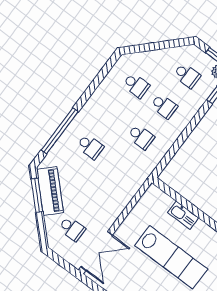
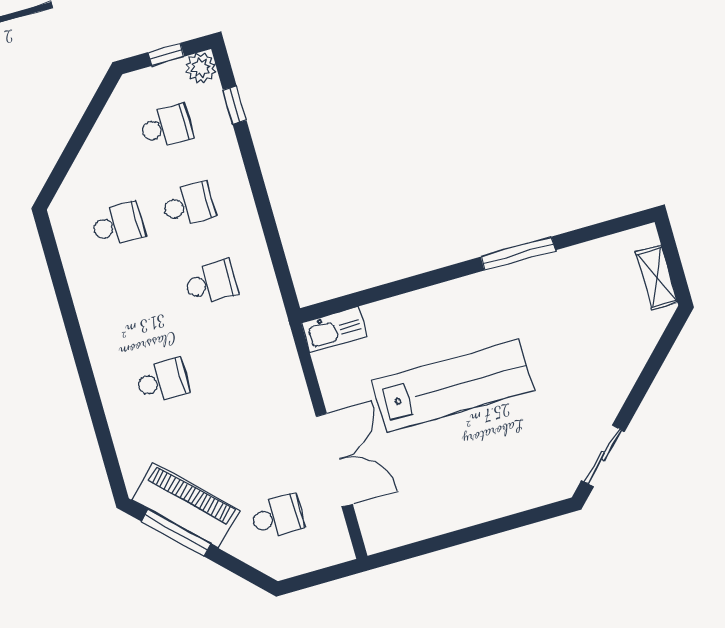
window: (60, 131) -> (97, 412), removed
kitchen sink: (183, 215) -> (334, 330), moved
double door: (97, 251) -> (334, 460), moved

